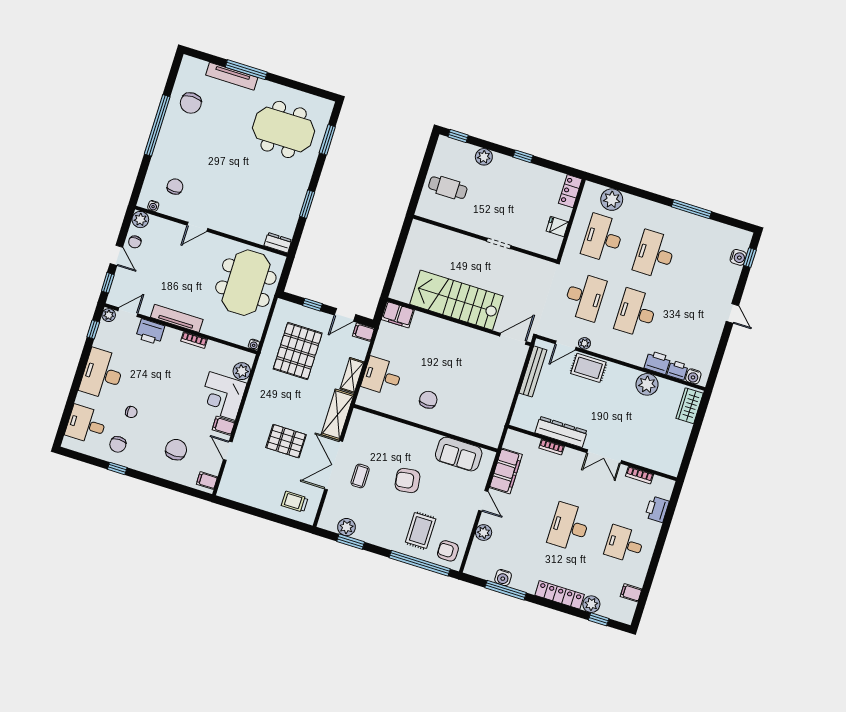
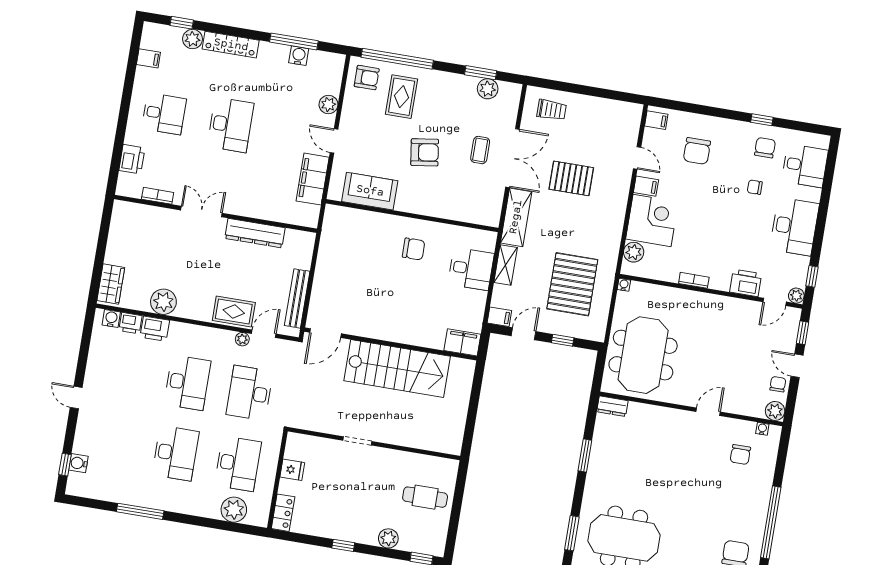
tv unit: (177, 318) -> (717, 303), removed
chair: (428, 400) -> (414, 249), turned -90
bookcase: (552, 447) -> (264, 214), removed

